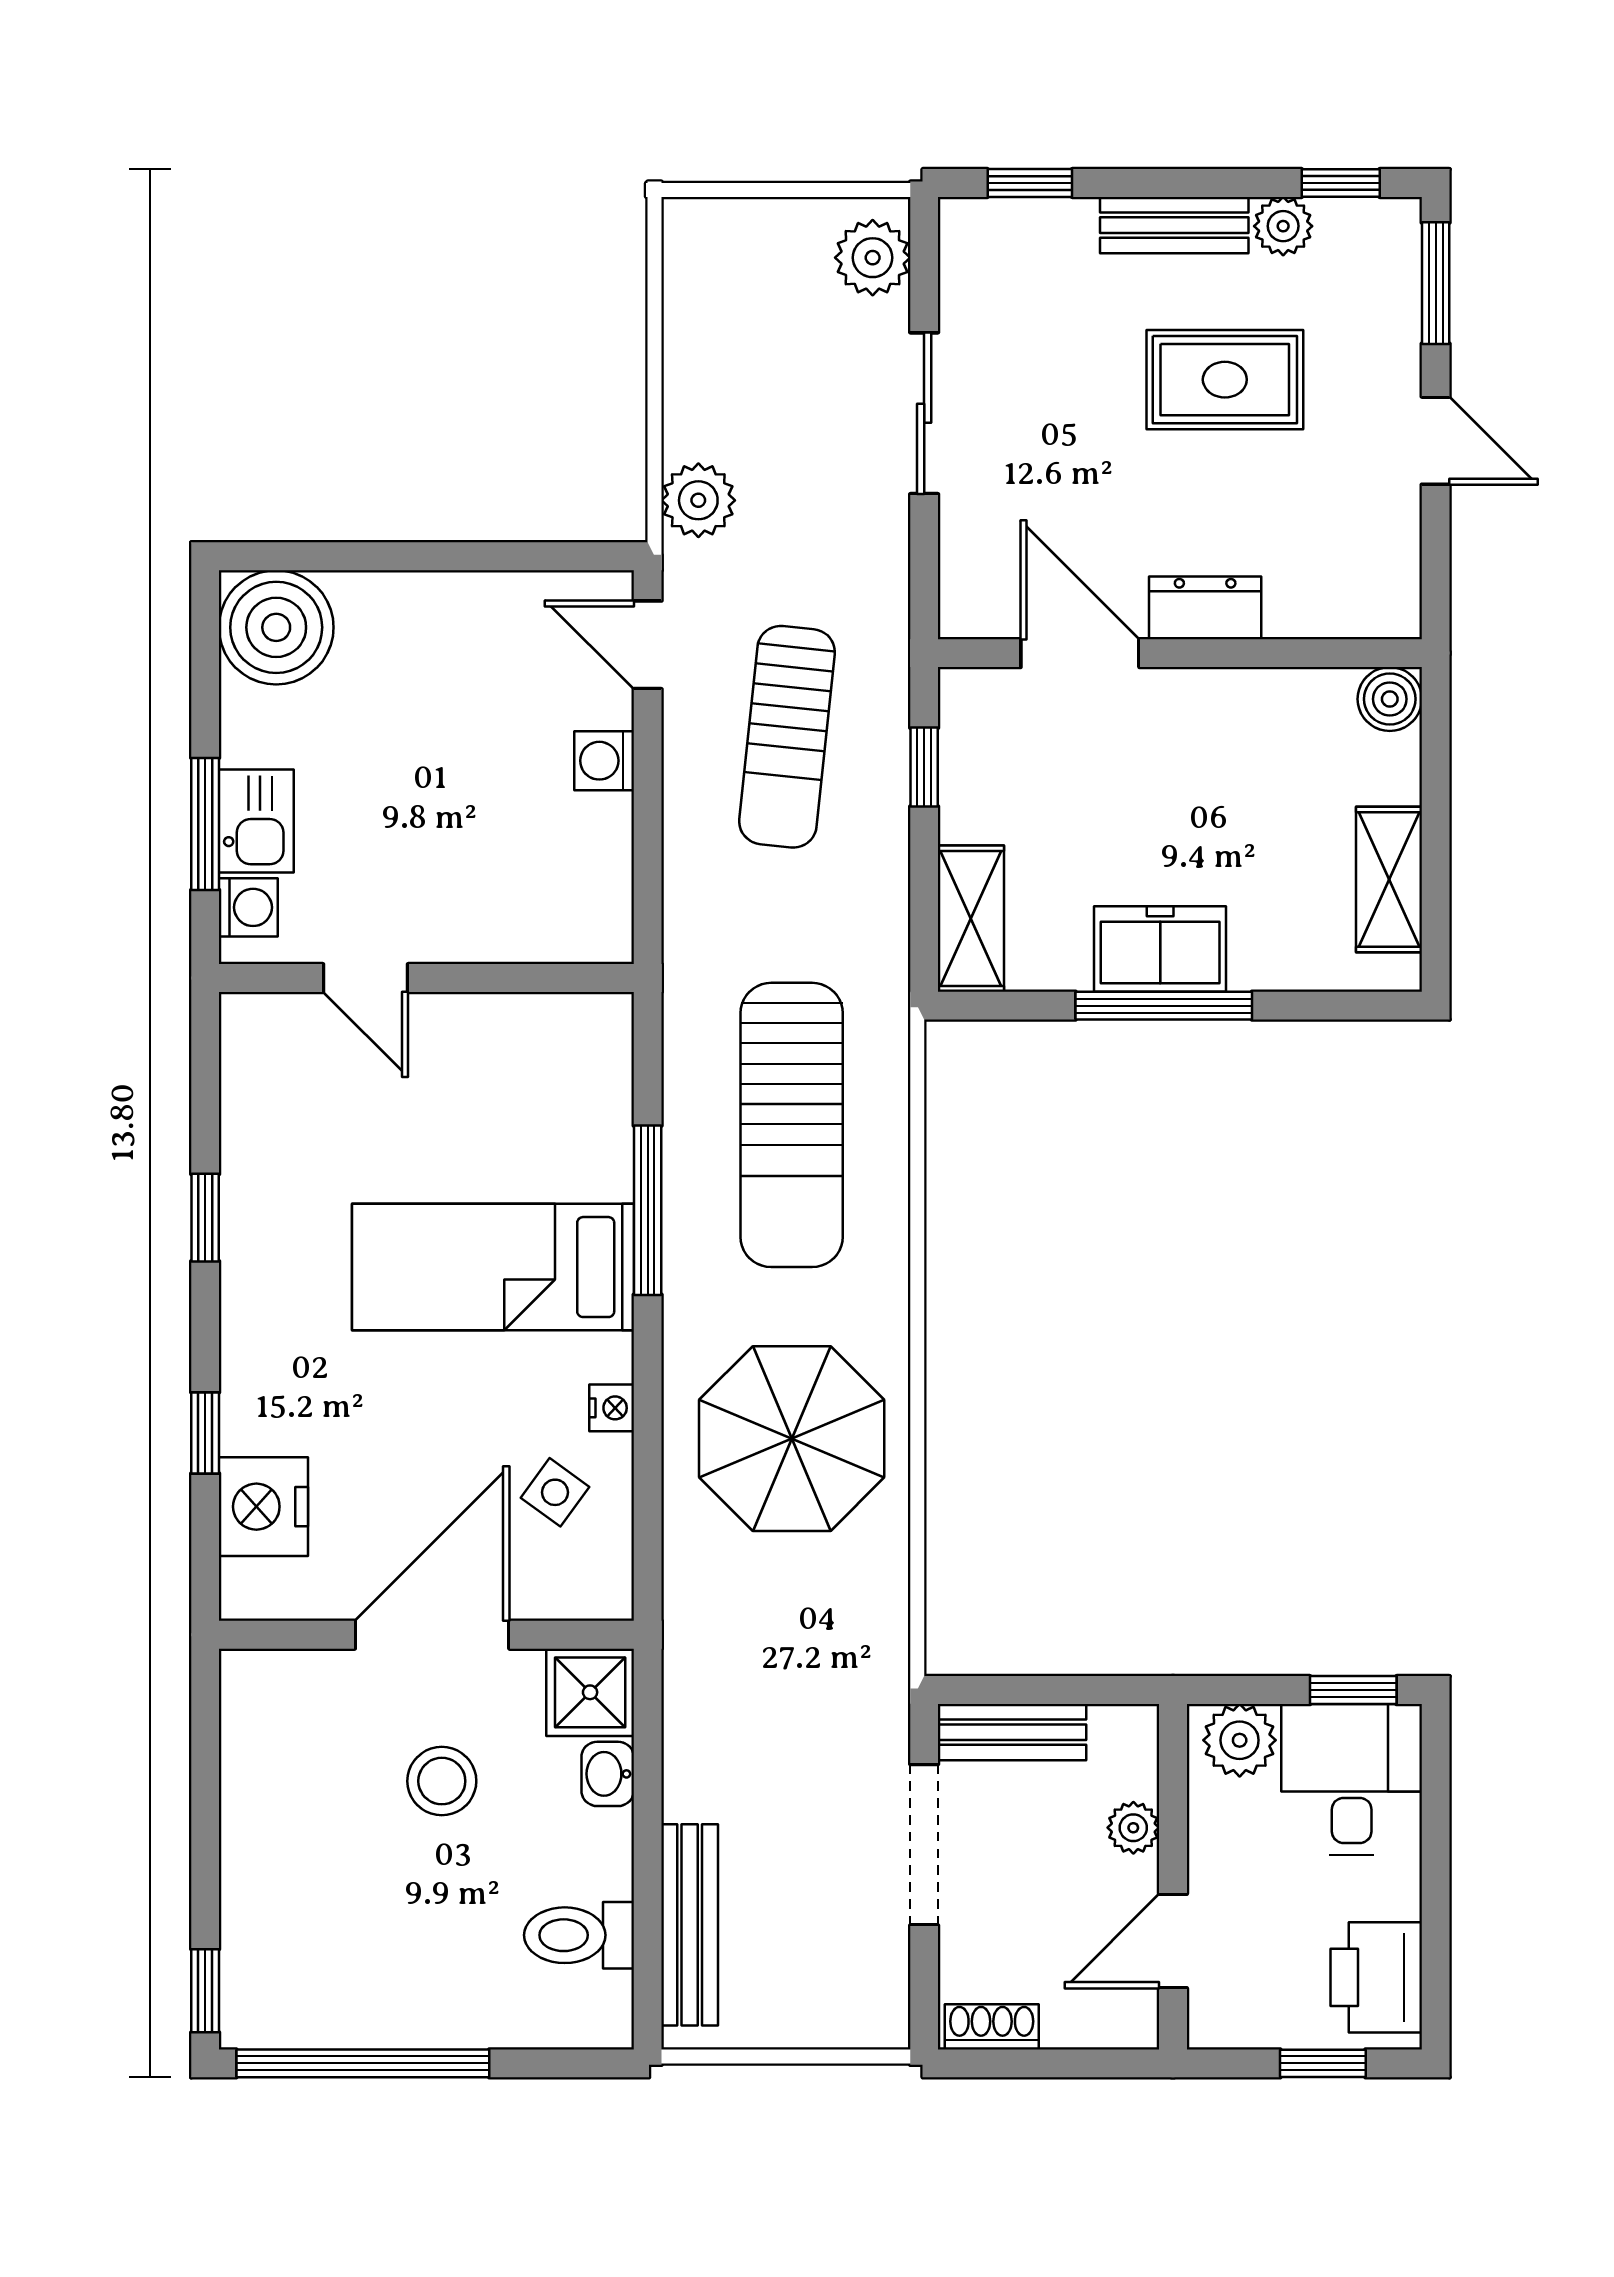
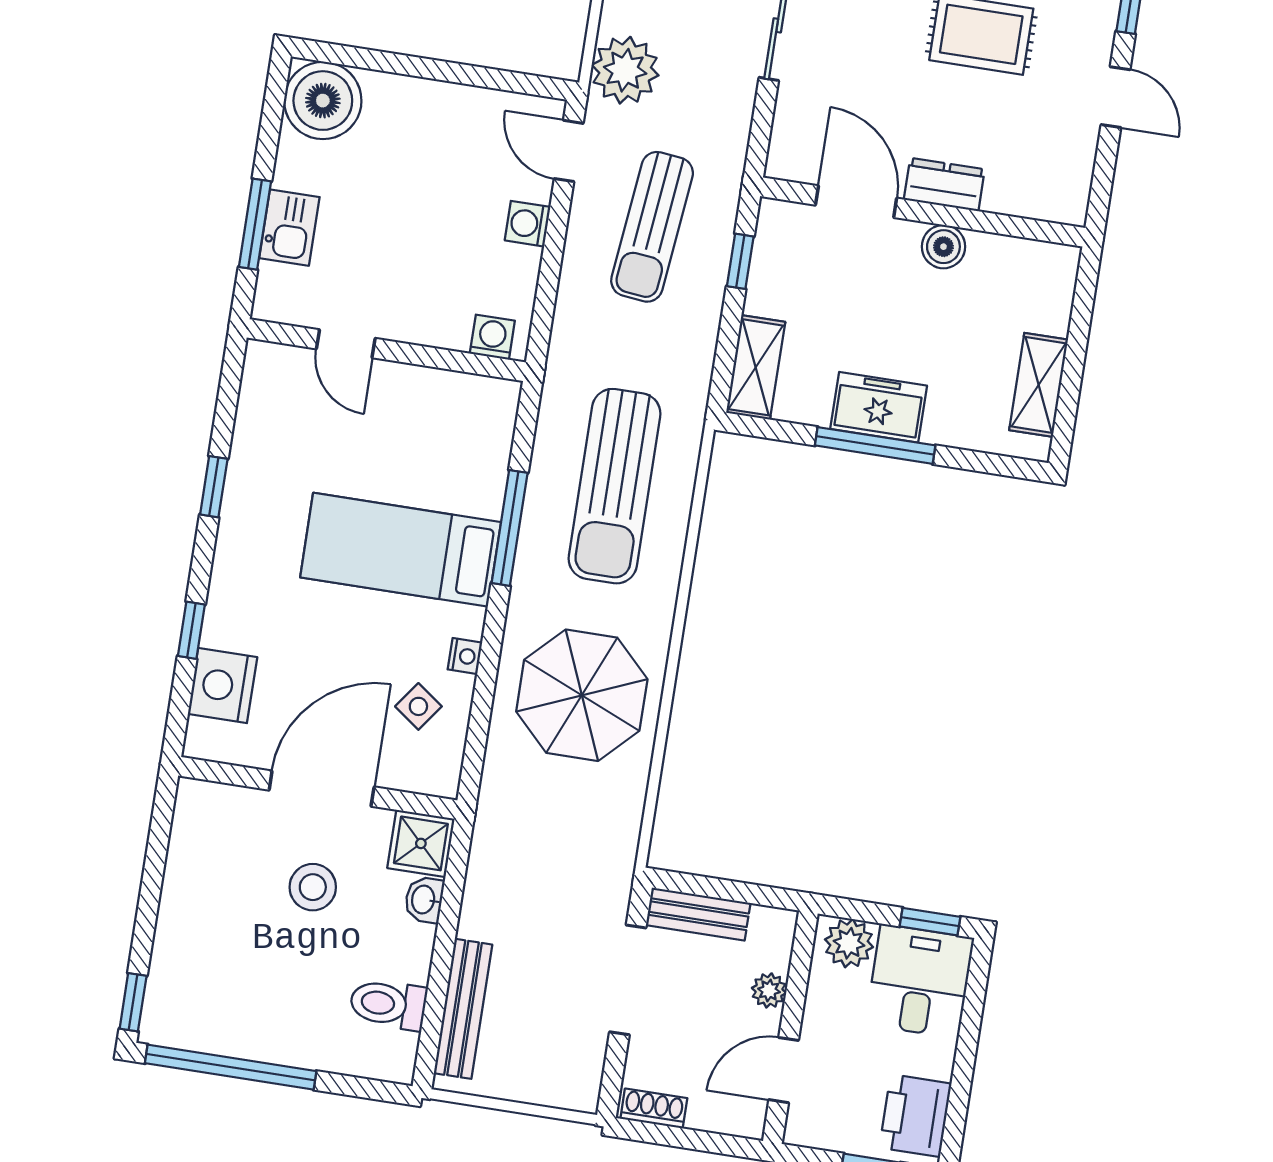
plant: (698, 500) -> (625, 70), width x1.36, depth x1.36
boiler: (1390, 699) -> (943, 247), moved
washing machine: (248, 907) -> (492, 337), moved, turned -90

